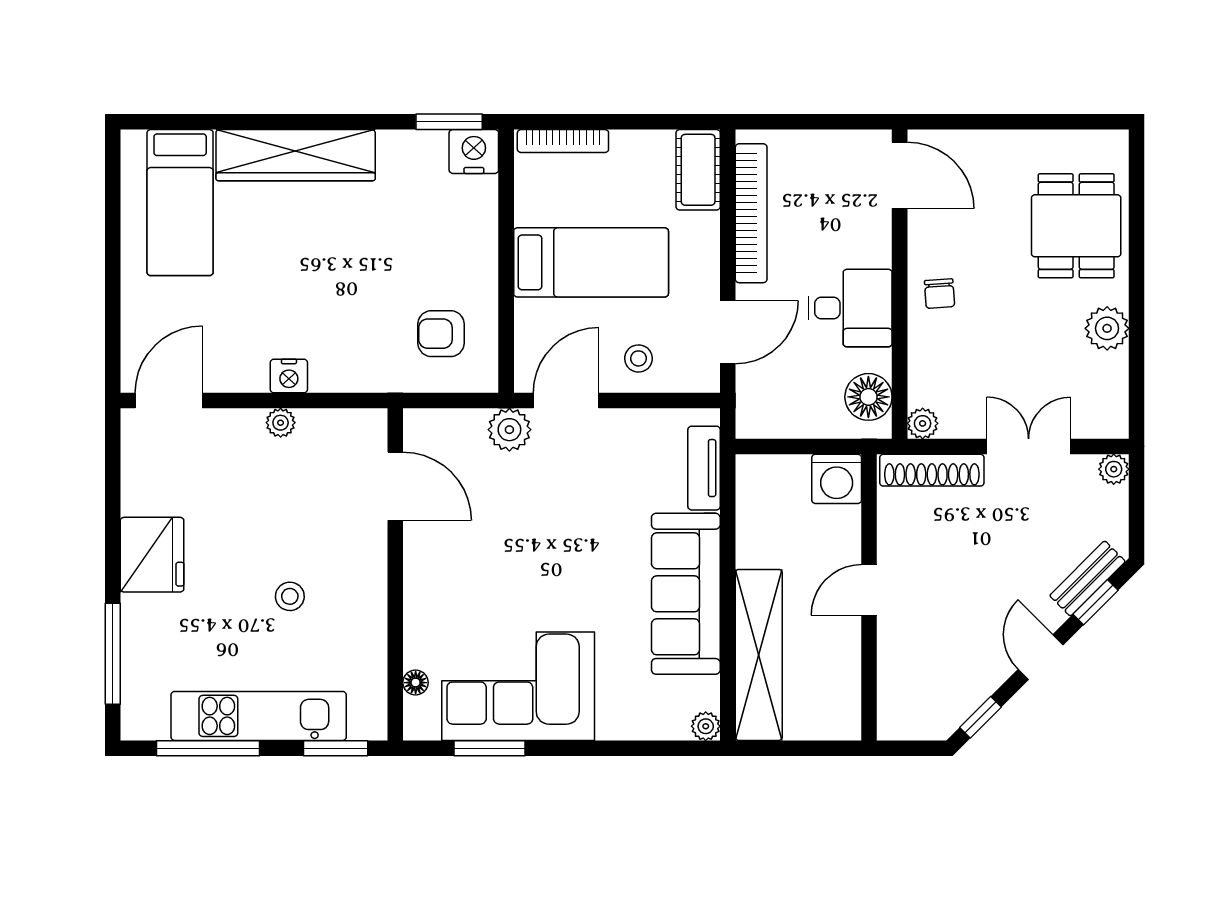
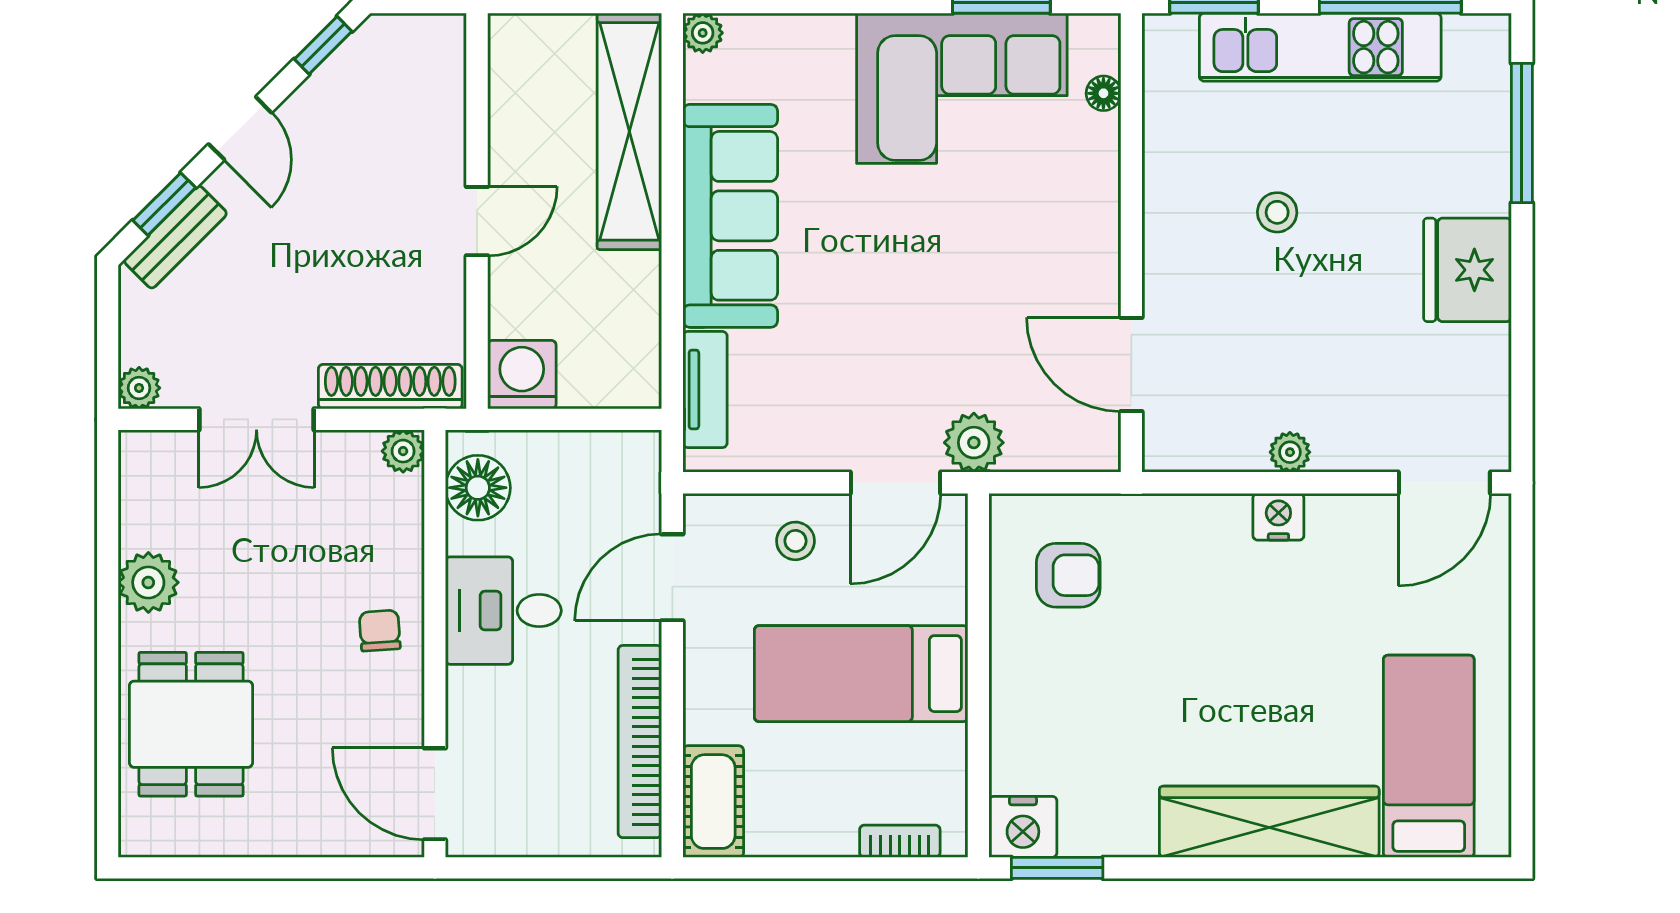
bookcase: (563, 141) -> (900, 841), width x0.64

